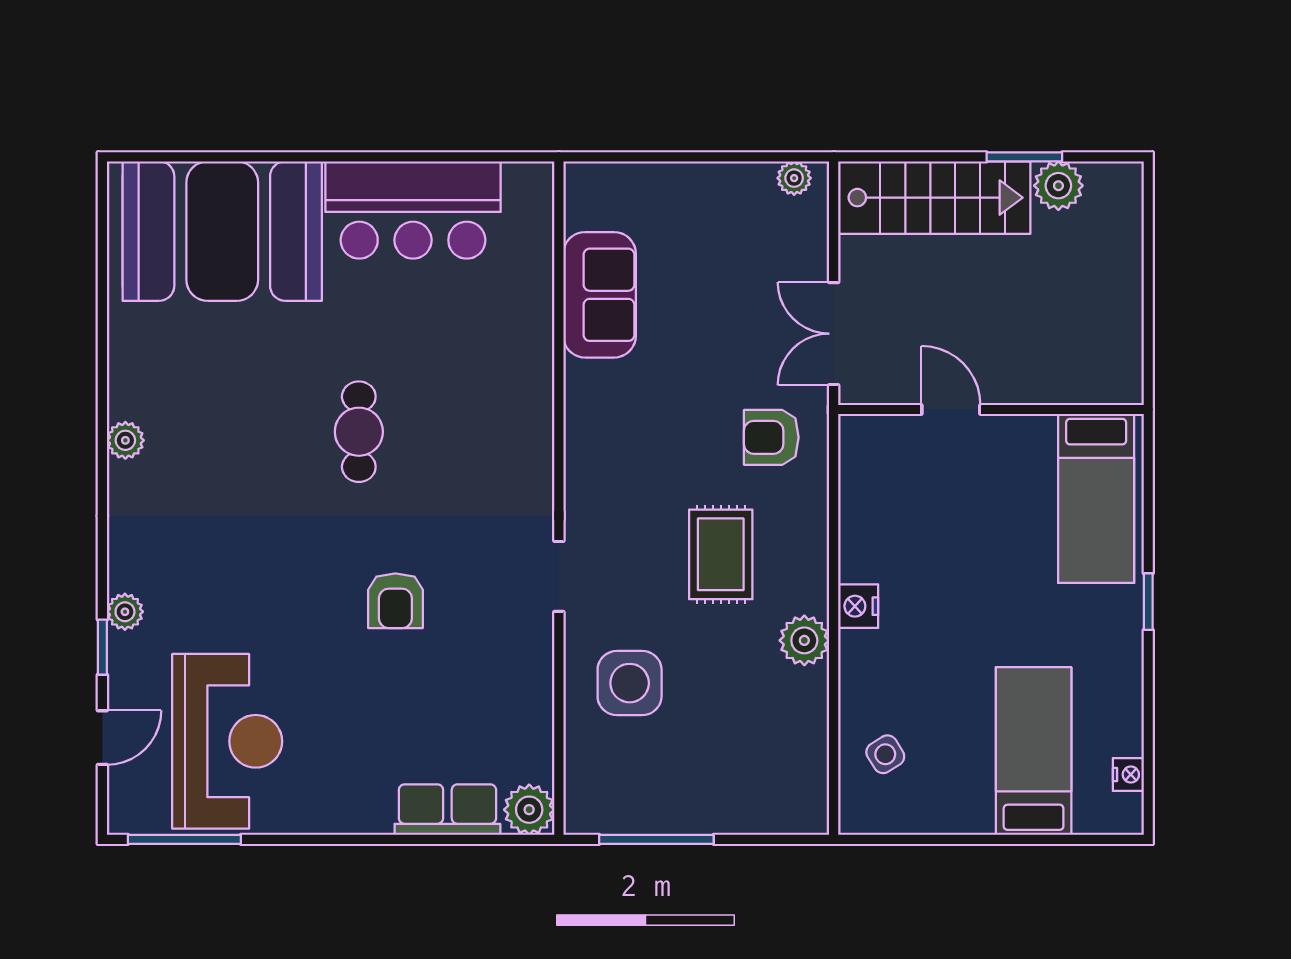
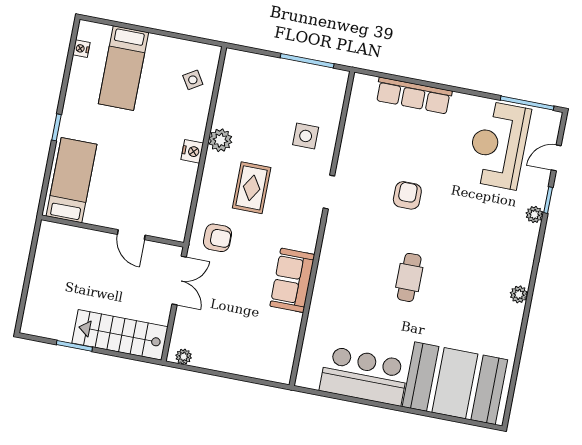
plant: (1058, 186) -> (61, 329), removed
sofa: (600, 295) -> (292, 280), moved
side table: (630, 683) -> (306, 136), width x0.73, depth x0.73
row of seats: (447, 810) -> (414, 96), width x1.48
plant: (529, 810) -> (364, 86), removed

